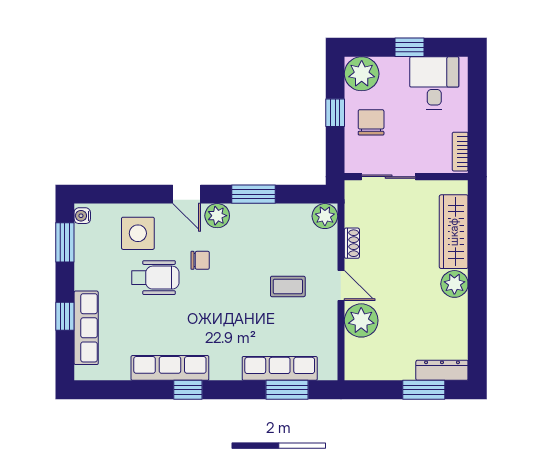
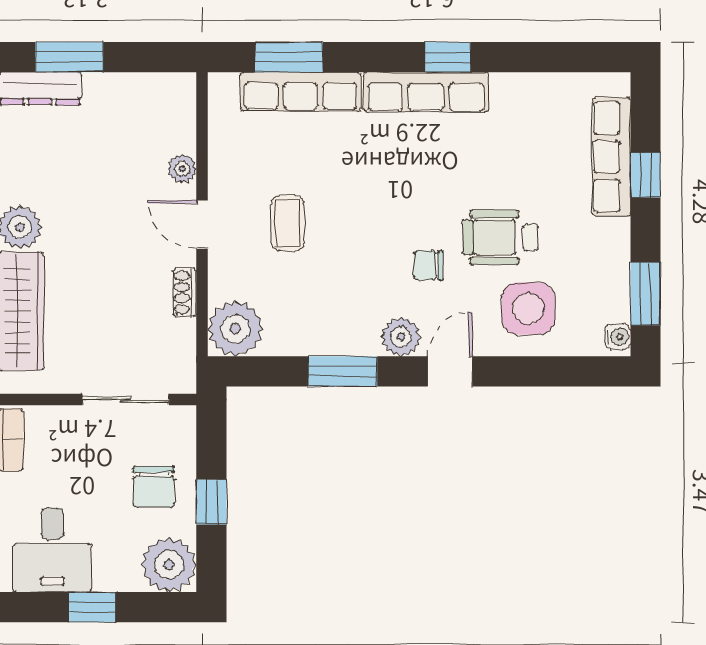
door: (187, 194) -> (450, 371), hinge flipped
plant: (325, 216) -> (235, 329), width x1.36, depth x1.36
coffee table: (288, 286) -> (288, 223), turned 90
plant: (361, 320) -> (182, 168), width x0.53, depth x0.53
row of seats: (170, 368) -> (426, 92), moved

